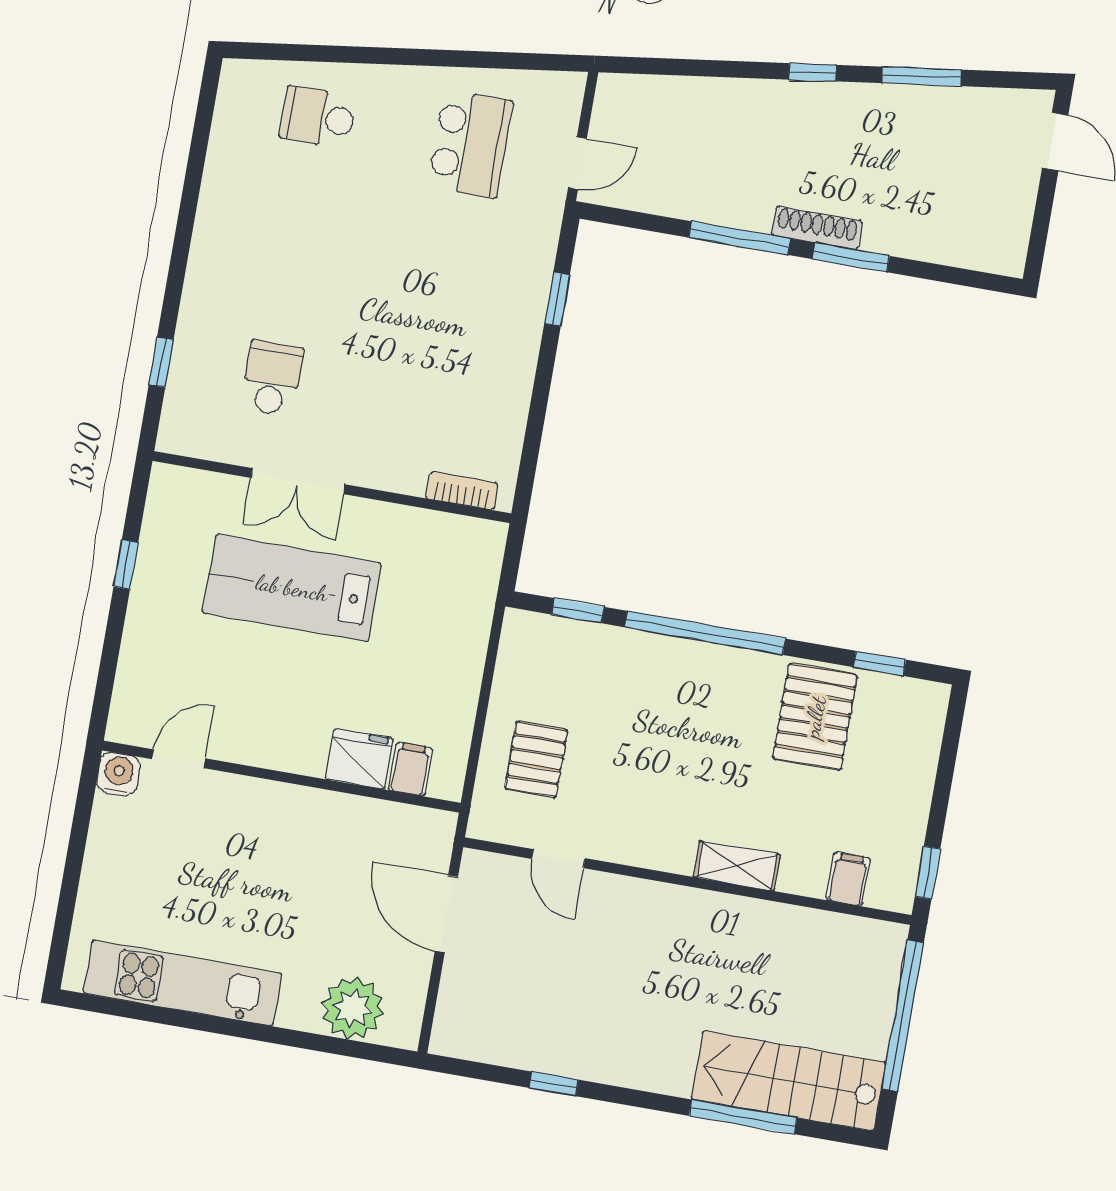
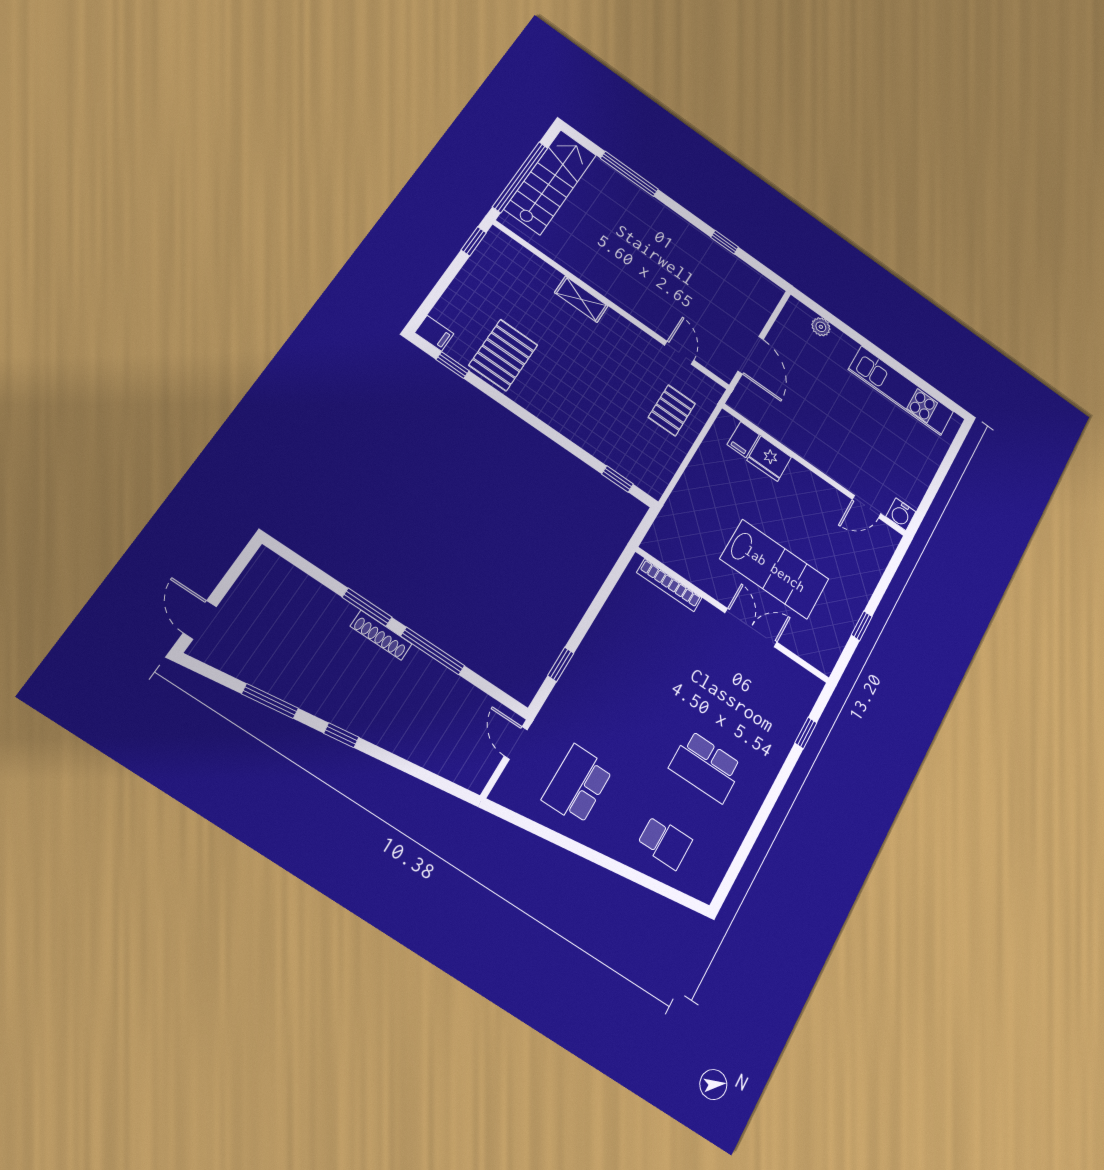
door: (577, 163) -> (516, 743), hinge flipped
school desk: (272, 378) -> (706, 767), moved, width x1.85
bookcase: (462, 491) -> (669, 585), width x1.56
window: (705, 633) -> (549, 431), removed
filing cabinet: (848, 879) -> (434, 333), moved, turned -90
plant: (353, 1008) -> (821, 327), width x0.53, depth x0.53
stairs: (789, 1081) -> (550, 182), moved, turned -90

